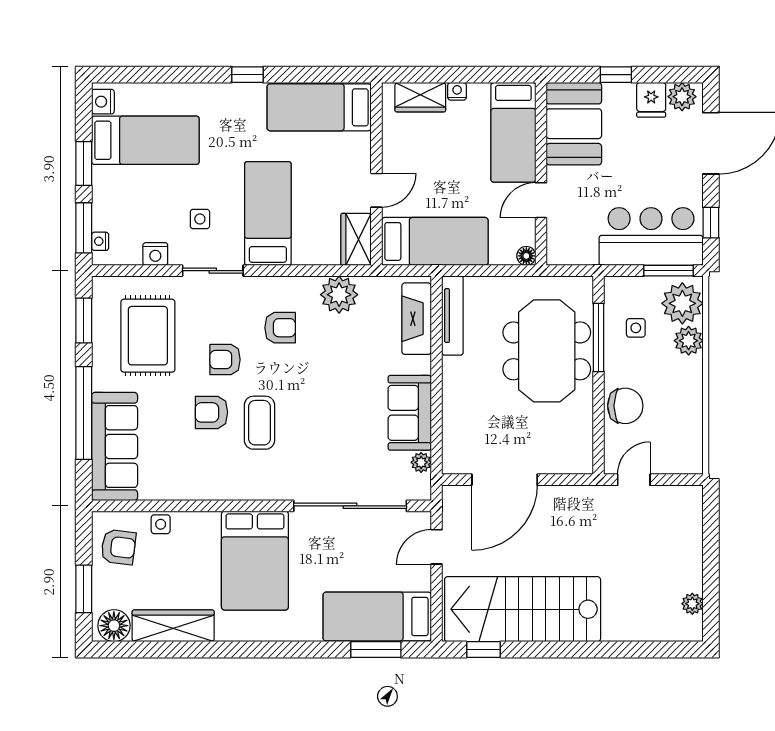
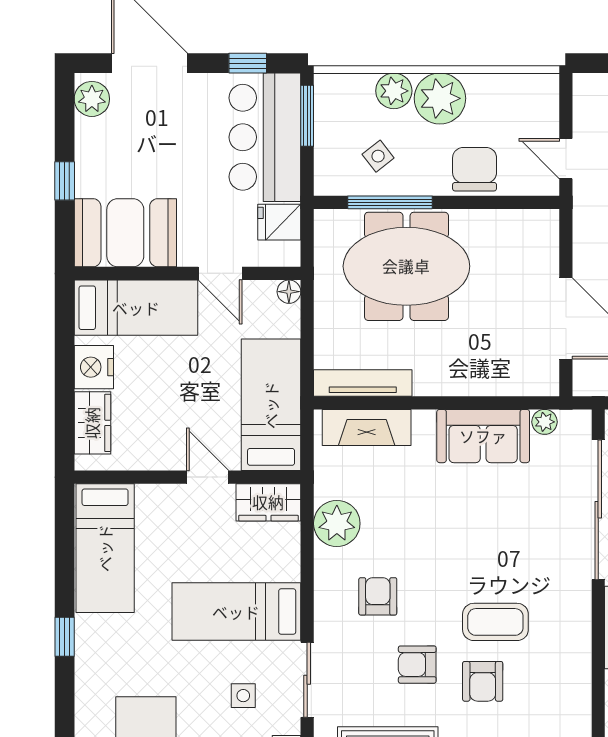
nightstand: (457, 91) -> (94, 367), width x1.89, depth x1.79
fridge: (651, 100) -> (279, 222), moved, turned 180
plant: (682, 303) -> (440, 98), moved
side table: (636, 328) -> (378, 156), turned -38
armchair: (225, 360) -> (417, 665), turned 90

